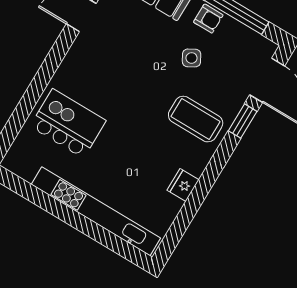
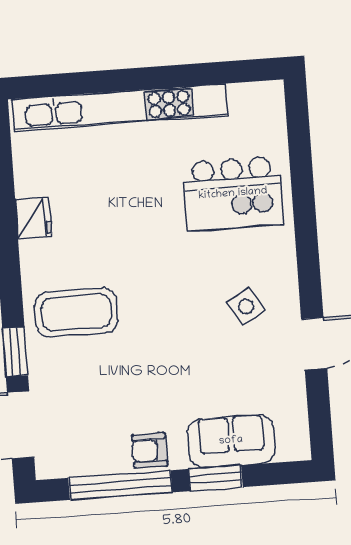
side table: (192, 58) -> (246, 306), moved

